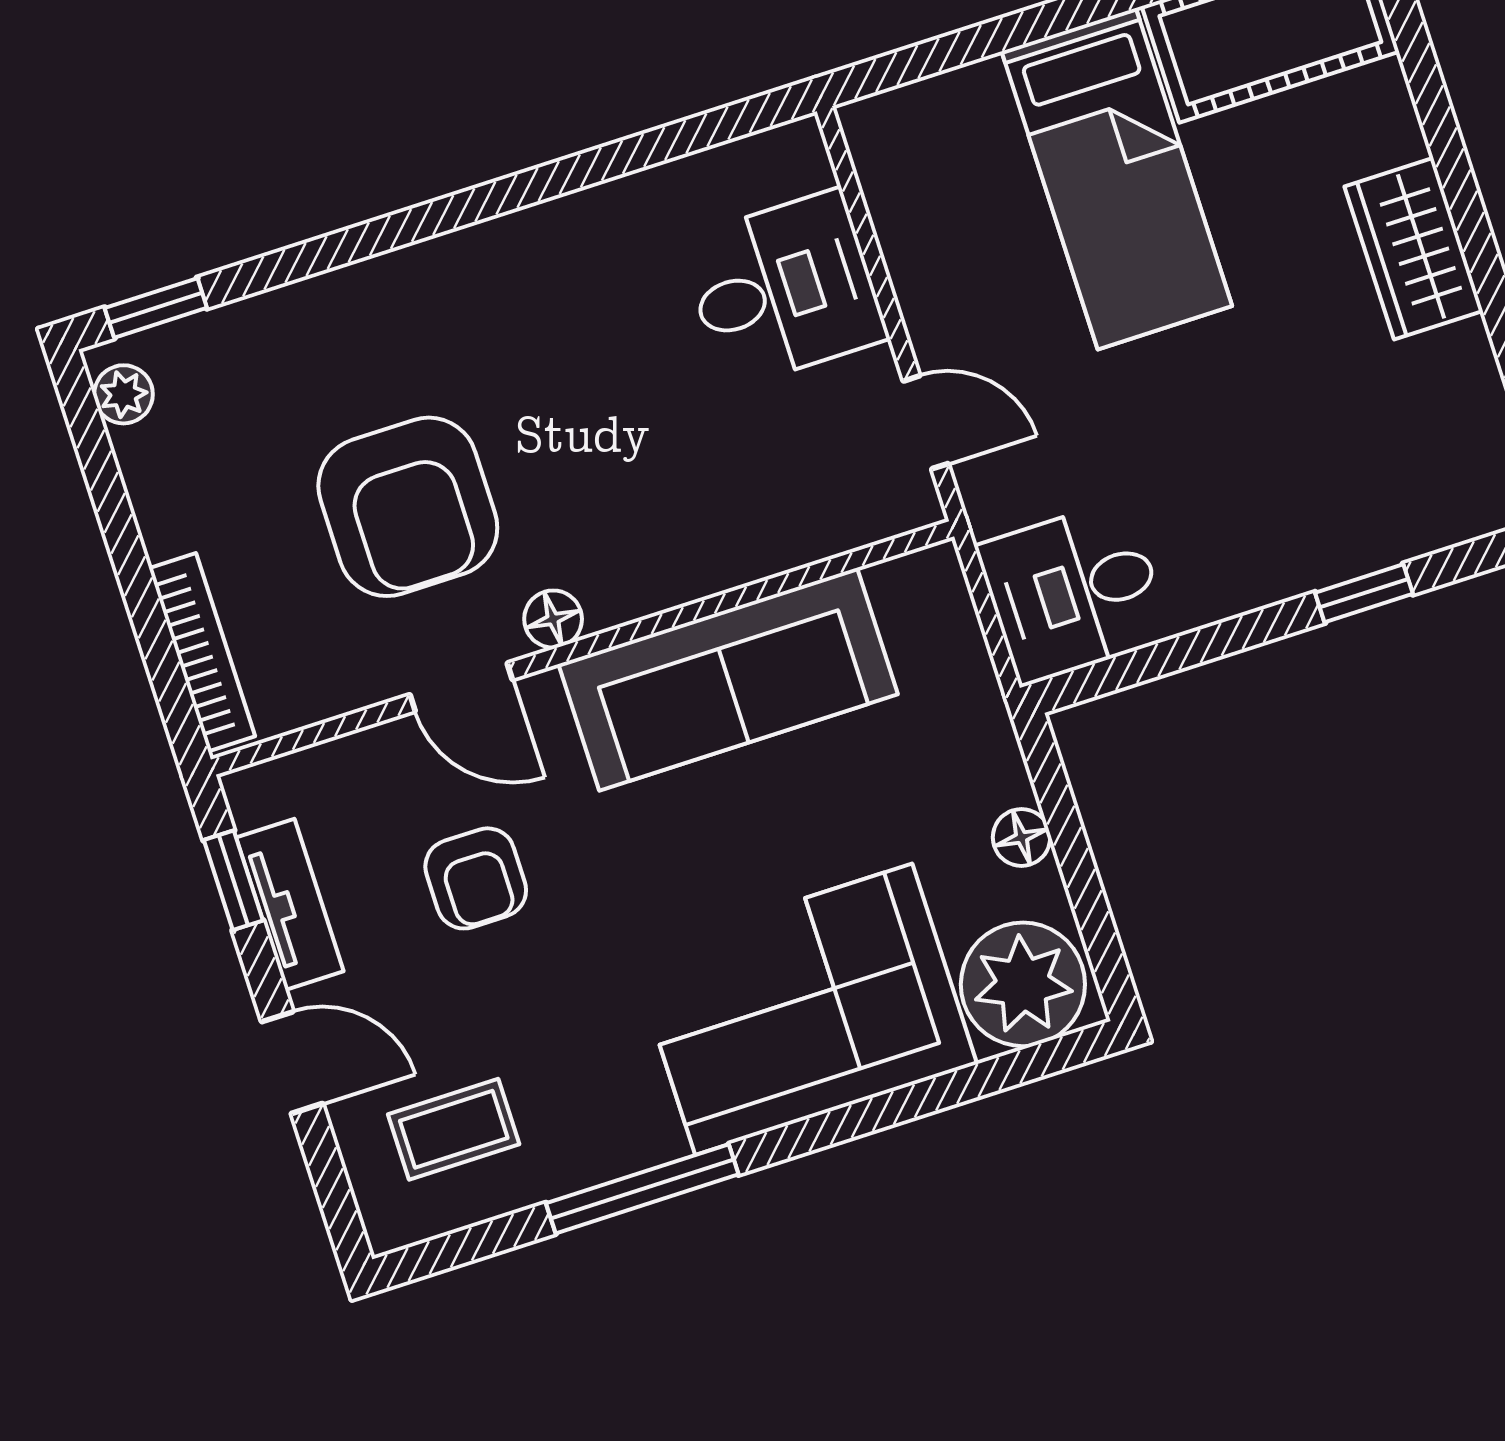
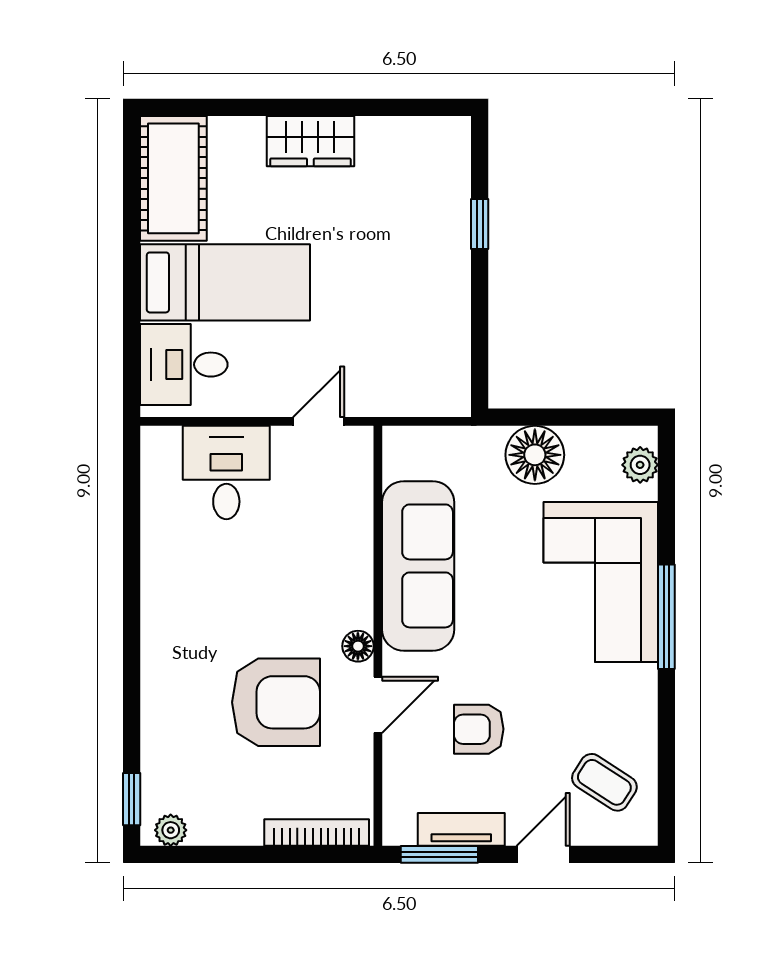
desk: (1074, 592) -> (184, 365), moved, turned 90
floor lamp: (1022, 837) -> (535, 455), width x1.89, depth x1.89
armchair: (476, 878) -> (479, 729), turned 180
window: (233, 880) -> (439, 854), width x1.50
plant: (1023, 984) -> (640, 465), width x0.53, depth x0.53
coffee table: (454, 1129) -> (604, 782), turned -57
window: (642, 1189) -> (666, 617), moved

